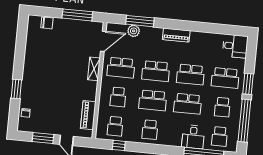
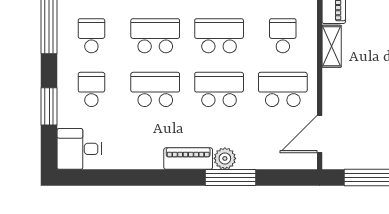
window: (140, 21) -> (230, 177), moved
plant: (134, 31) -> (225, 158), moved
shelving: (94, 69) -> (332, 46), moved
school desk: (225, 78) -> (91, 89), width x0.54
window: (248, 84) -> (49, 106), moved

